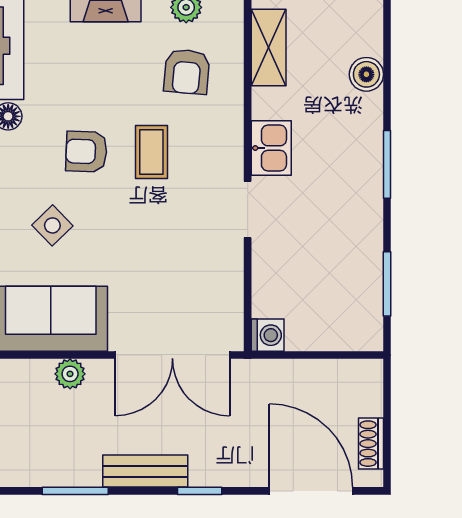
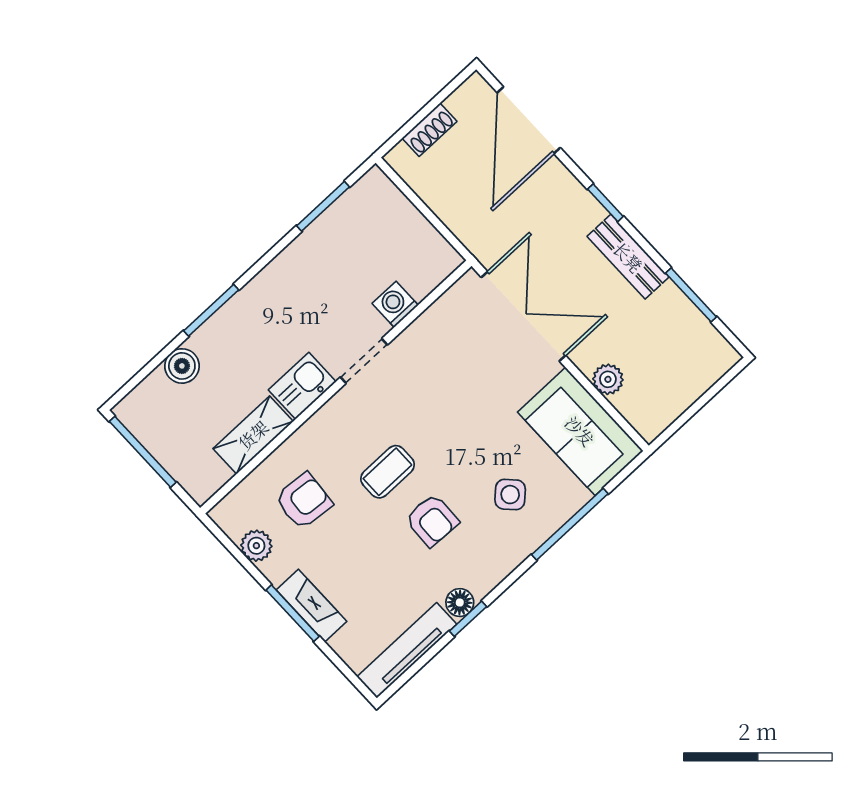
shelving: (269, 48) -> (253, 435), moved
window: (387, 164) -> (211, 310), moved
washing machine: (268, 335) -> (395, 304), moved
shoe rack: (371, 444) -> (429, 130), moved

